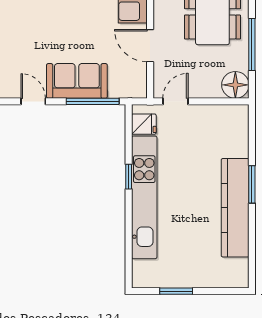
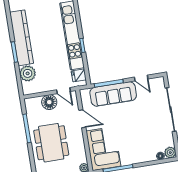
sofa: (77, 81) -> (113, 94), width x1.36
floor lamp: (235, 85) -> (49, 102), moved
door: (176, 101) -> (63, 91), hinge flipped
plant: (235, 142) -> (28, 73), added

